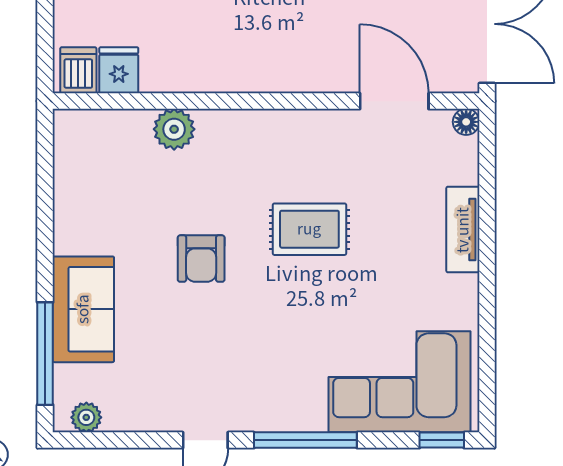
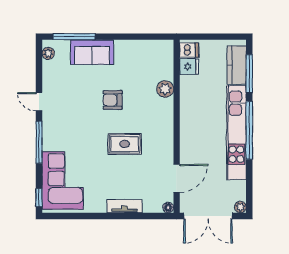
rug: (309, 229) -> (125, 144), turned 90

